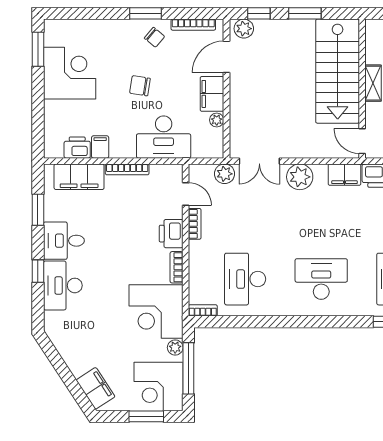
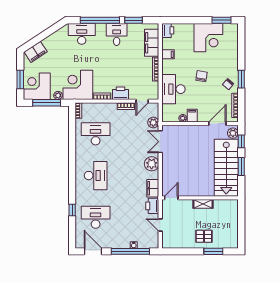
door: (226, 57) -> (217, 124), hinge flipped
stairs: (338, 71) -> (226, 168), moved, turned -90
filing cabinet: (212, 94) -> (192, 116), width x0.50
printer: (77, 148) -> (168, 30), moved
window: (38, 271) -> (100, 20), width x3.17
desk: (63, 285) -> (82, 34), moved

